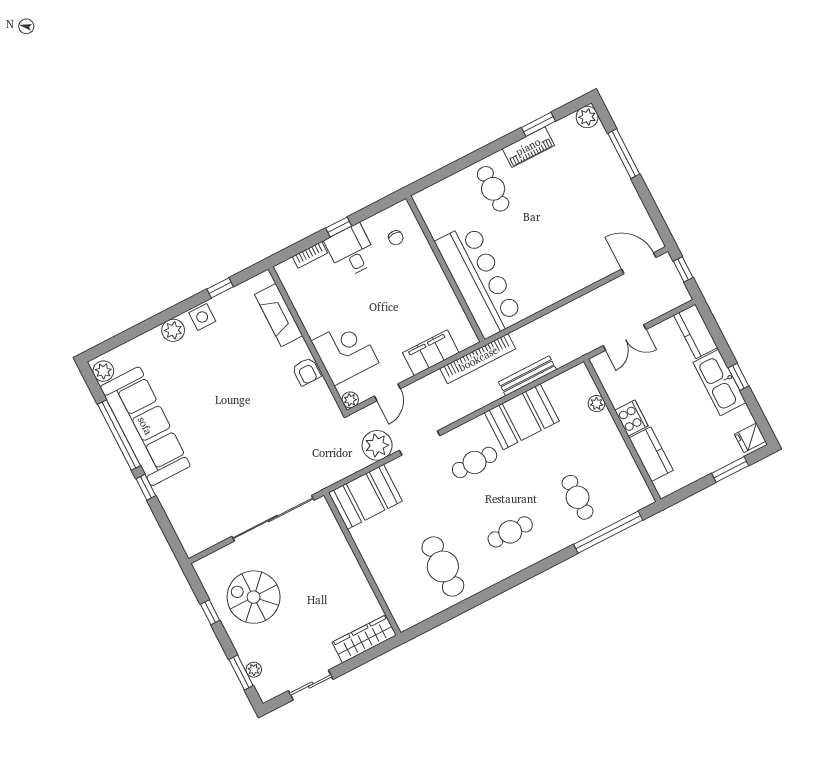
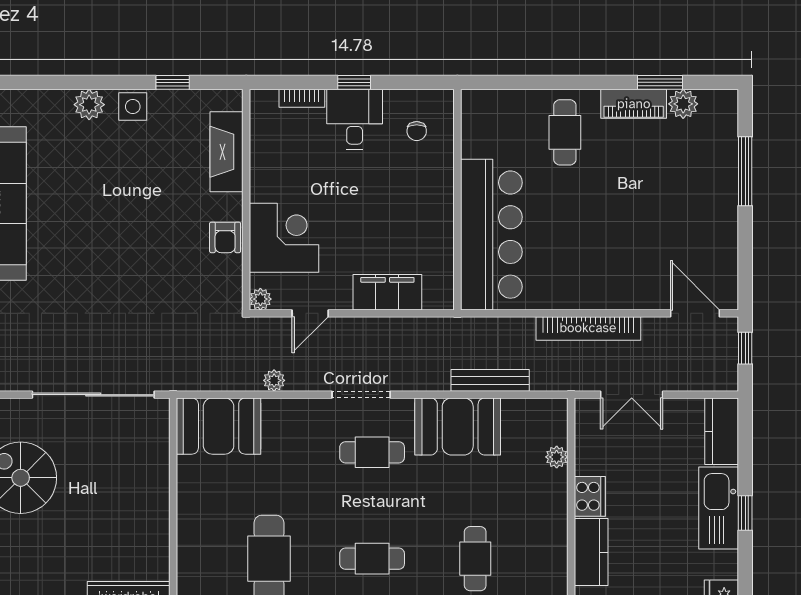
plant: (587, 117) -> (683, 104), moved
bookcase: (478, 359) -> (588, 328), moved
doorway: (420, 443) -> (361, 395), moved
plant: (377, 445) -> (274, 380), width x0.53, depth x0.53

